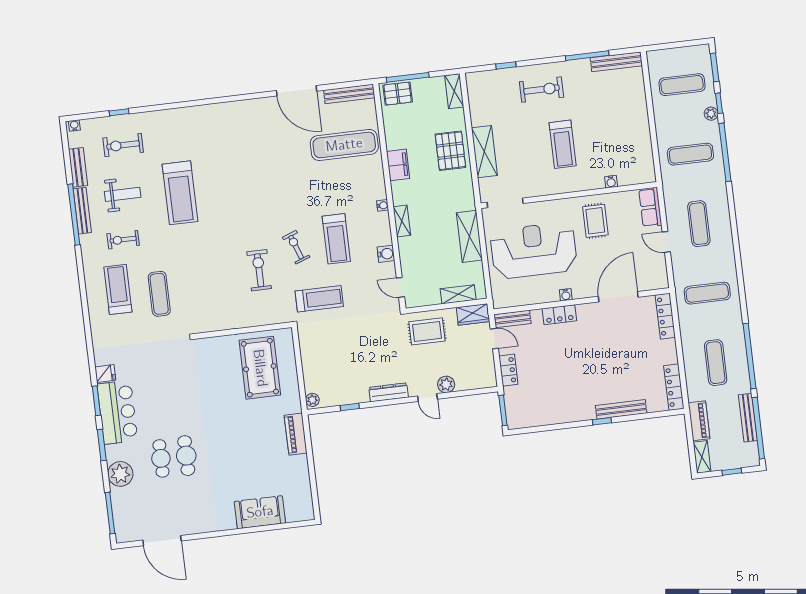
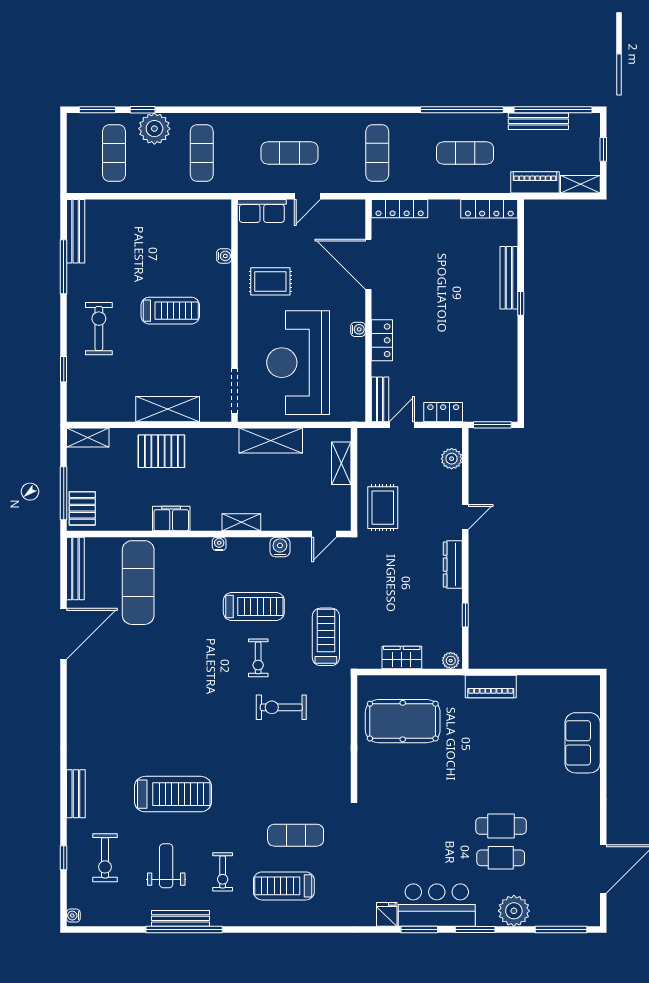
plant: (711, 114) -> (154, 129), width x1.88, depth x1.88
window: (725, 152) -> (205, 110), removed
bench: (78, 167) -> (76, 794), moved, turned 90
exercise bike: (296, 247) -> (258, 658), turned -70
wardrobe: (473, 314) -> (402, 657), moved, turned -90
plant: (446, 384) -> (452, 459), moved

